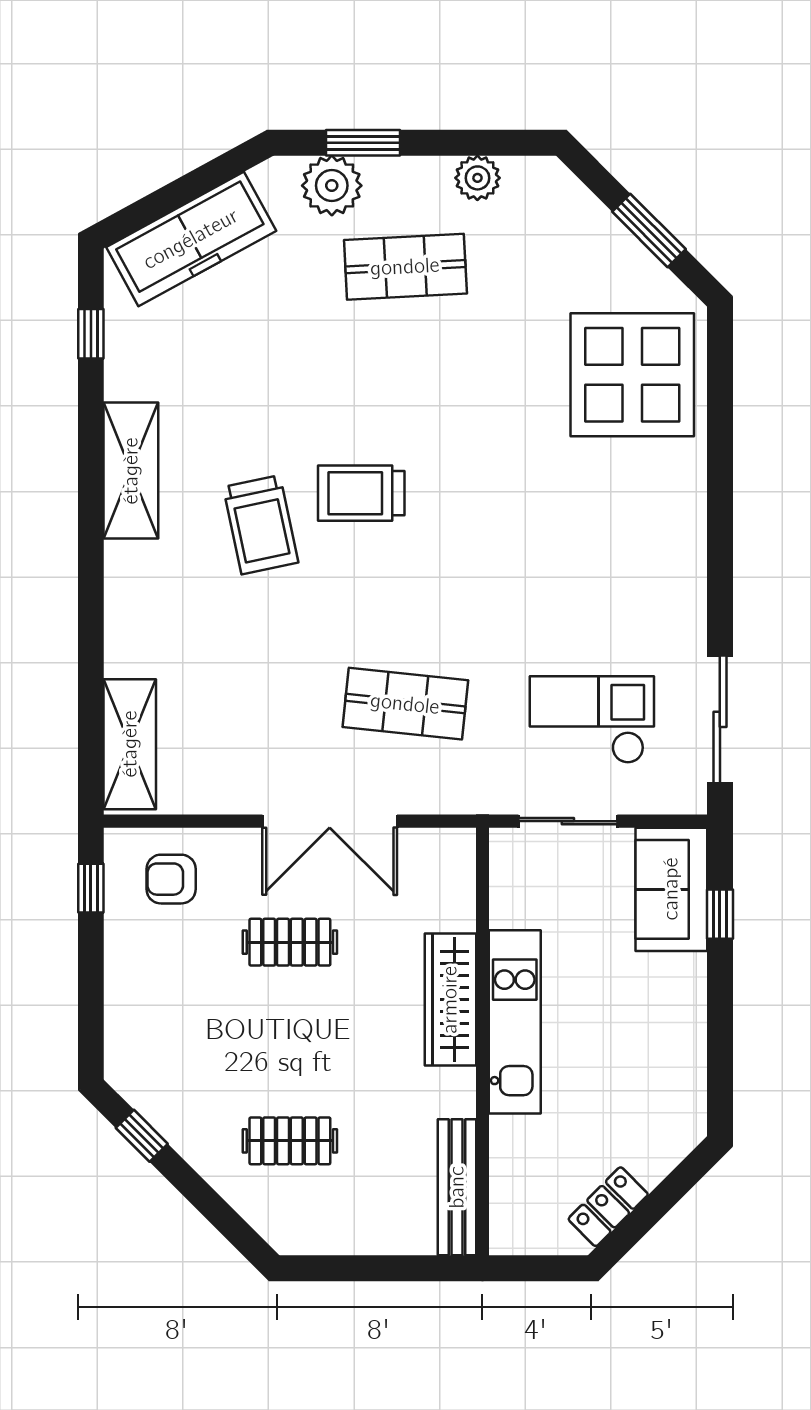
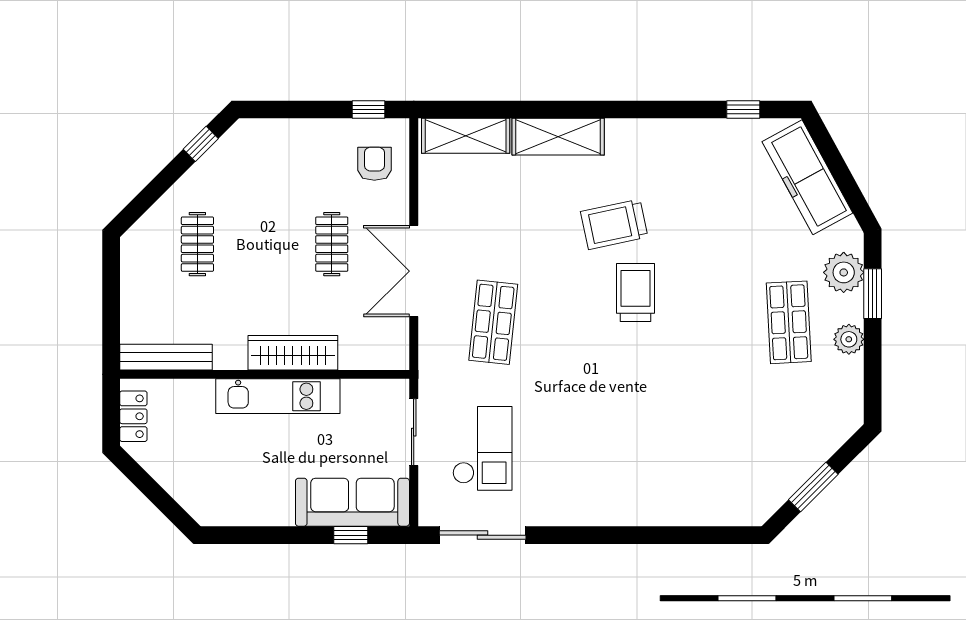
plant: (477, 178) -> (849, 339), moved
display table: (632, 375) -> (716, 476), removed
shelving: (131, 471) -> (558, 137), moved
sofa: (671, 889) -> (352, 502), width x1.36
locker: (608, 1207) -> (133, 416), moved, turned 45

